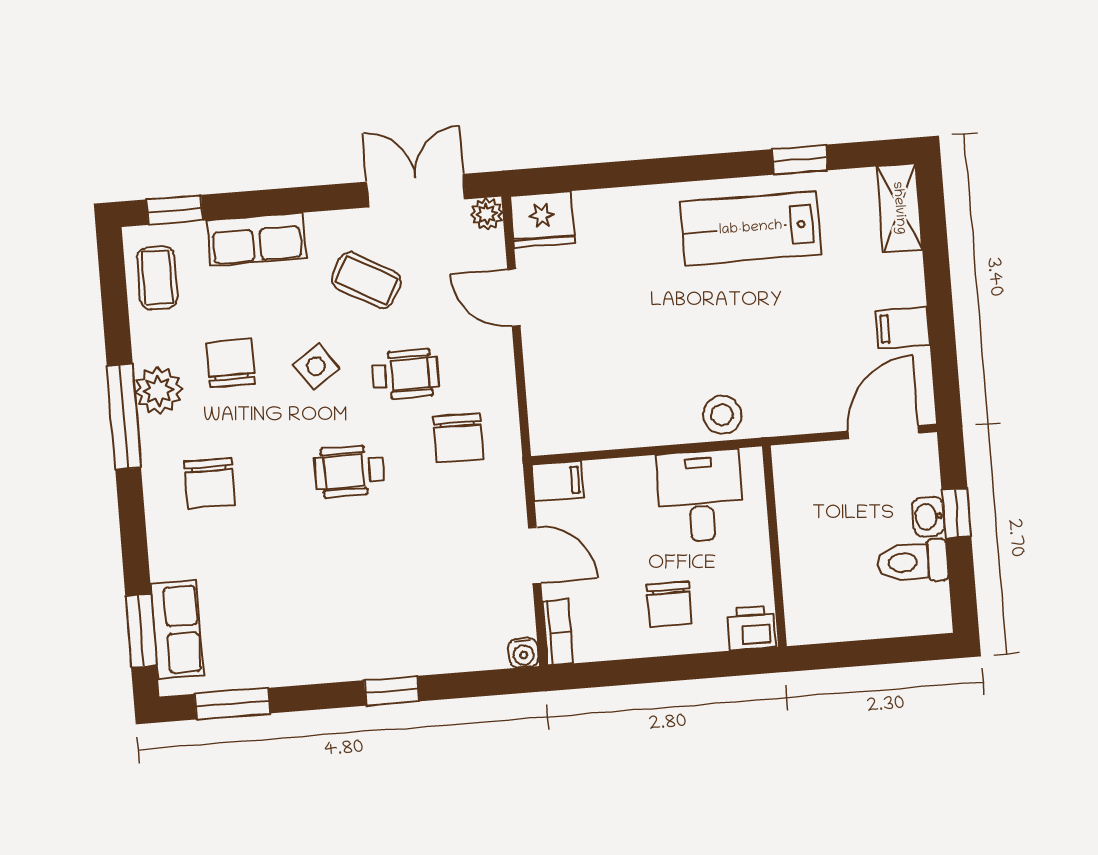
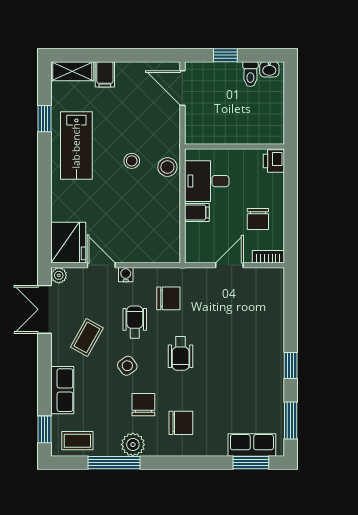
fridge: (542, 220) -> (68, 243), width x1.36, depth x1.34
door: (514, 298) -> (101, 265), swing flipped
filing cabinet: (903, 328) -> (105, 74), moved
stool: (729, 342) -> (132, 161), added
chair: (231, 363) -> (143, 405), moved, turned 90
window: (124, 417) -> (114, 463), moved
filing cabinet: (558, 481) -> (197, 213), moved, turned 90
washbasin: (928, 516) -> (269, 69), moved
toilet: (912, 562) -> (250, 74), width x0.73, depth x0.72
chair: (669, 604) -> (258, 219), moved, turned 90
water cooler: (524, 653) -> (126, 275), moved, turned -90
window: (392, 691) -> (291, 366), moved

